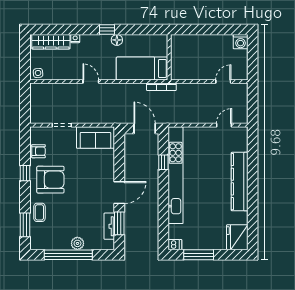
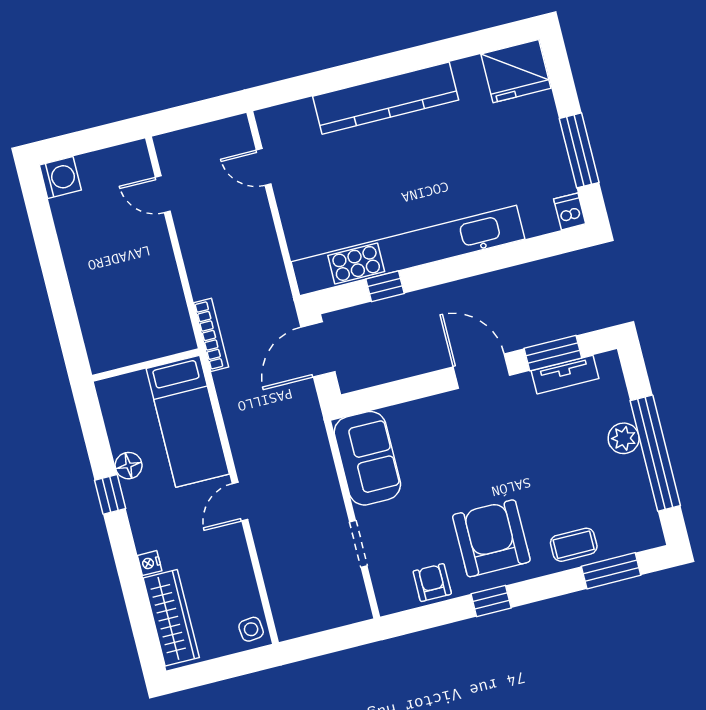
wall: (169, 57) -> (146, 365), moved
bed: (142, 69) -> (188, 421), moved

